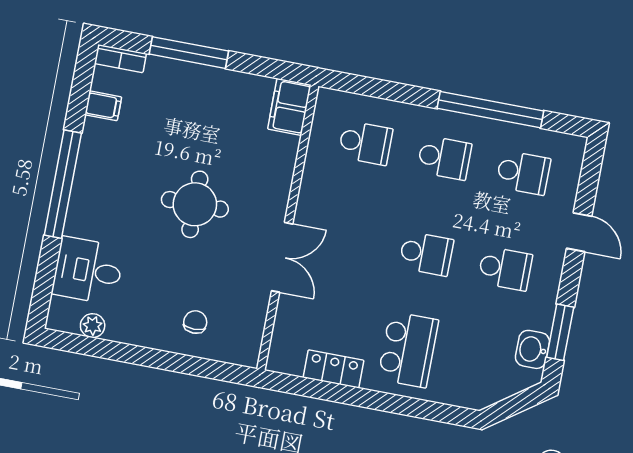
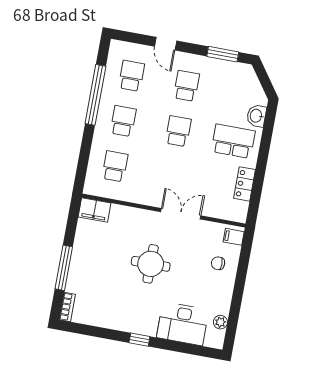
filing cabinet: (103, 106) -> (234, 237), moved, turned -90
window: (63, 184) -> (139, 340), width x0.32
door: (579, 232) -> (166, 44), swing flipped
desk: (88, 271) -> (183, 324), width x1.37
washbasin: (532, 349) -> (256, 116), moved, turned 90

